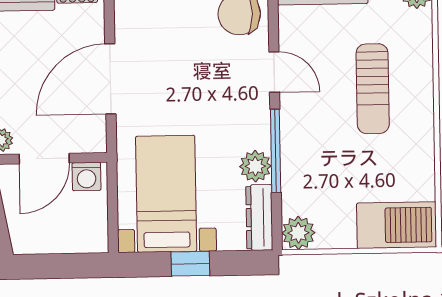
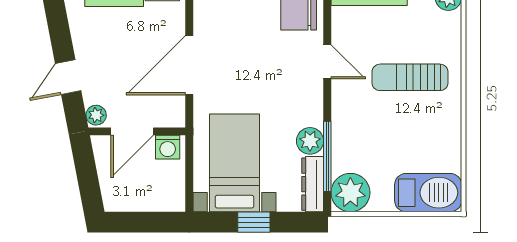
sun lounger: (373, 89) -> (410, 77), turned 90
window: (276, 151) -> (327, 156), moved
plant: (298, 233) -> (350, 193), width x1.36, depth x1.36

